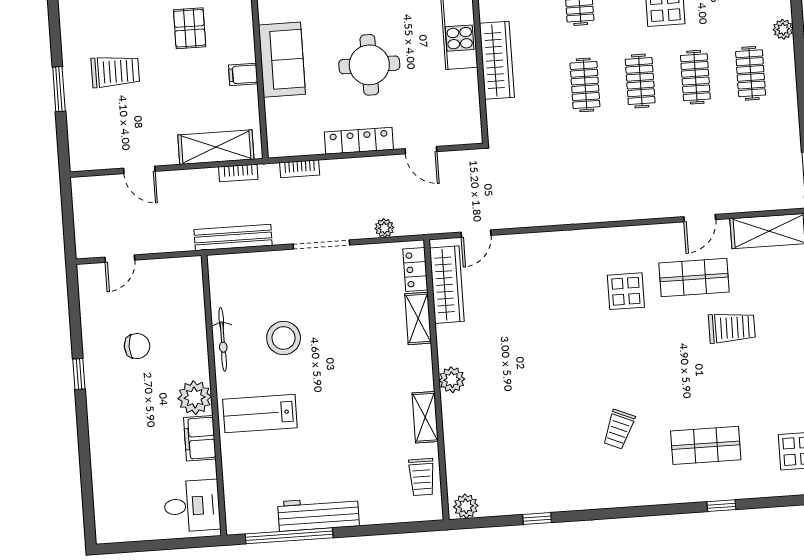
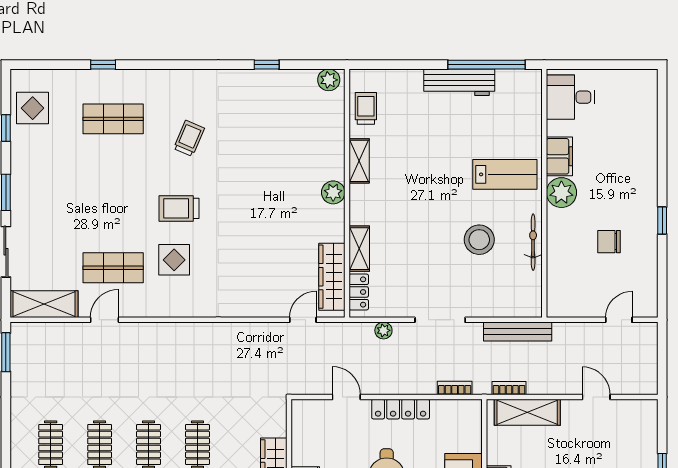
trolley: (732, 328) -> (179, 208), moved

